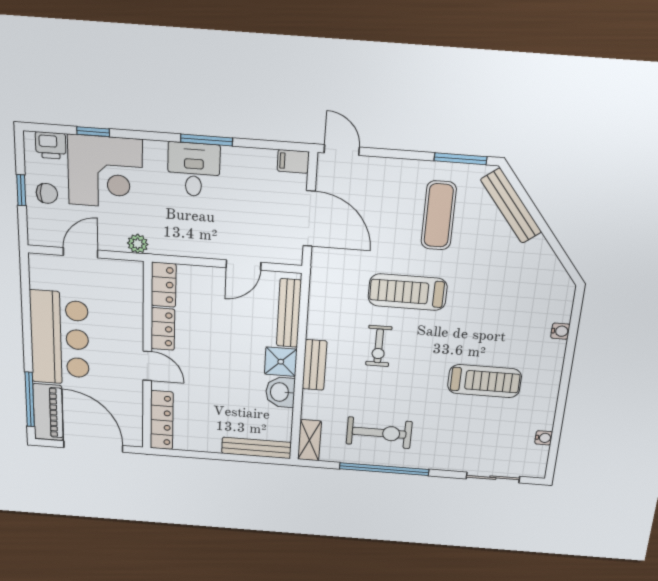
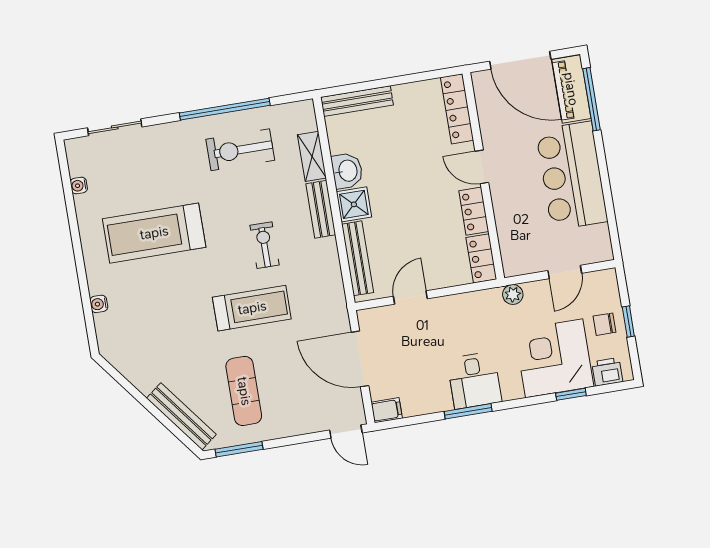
treadmill: (484, 381) -> (154, 233), width x1.37, depth x1.38
shelving: (309, 440) -> (312, 156), moved

